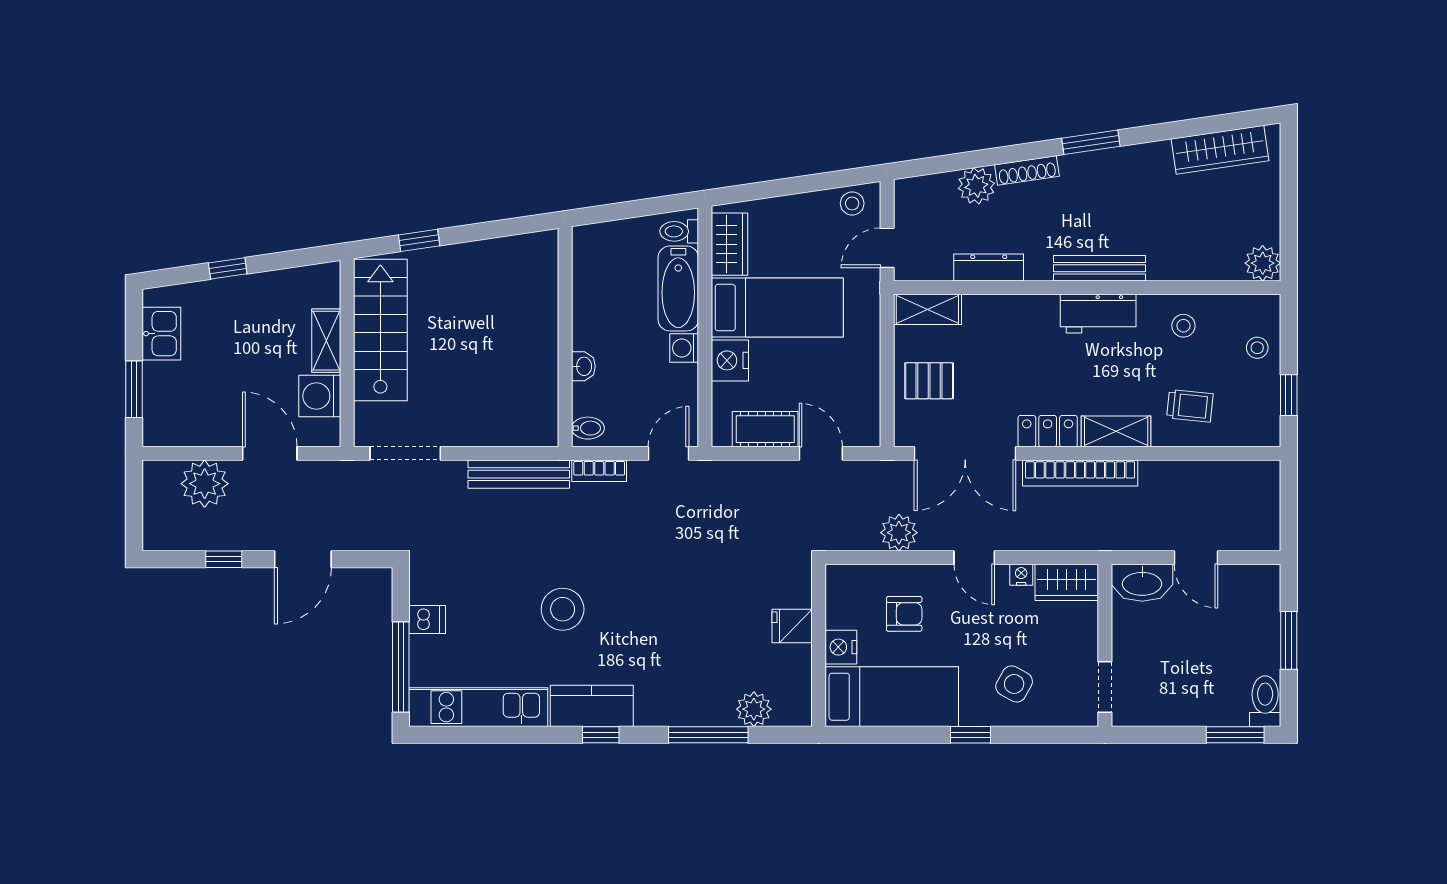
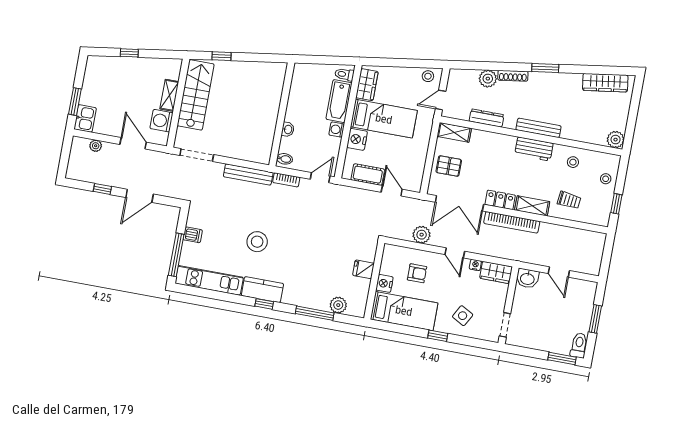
kitchen sink: (161, 334) -> (85, 118), moved
plant: (205, 484) -> (96, 146), width x0.53, depth x0.53
washbasin: (1142, 583) -> (527, 278), width x0.72

